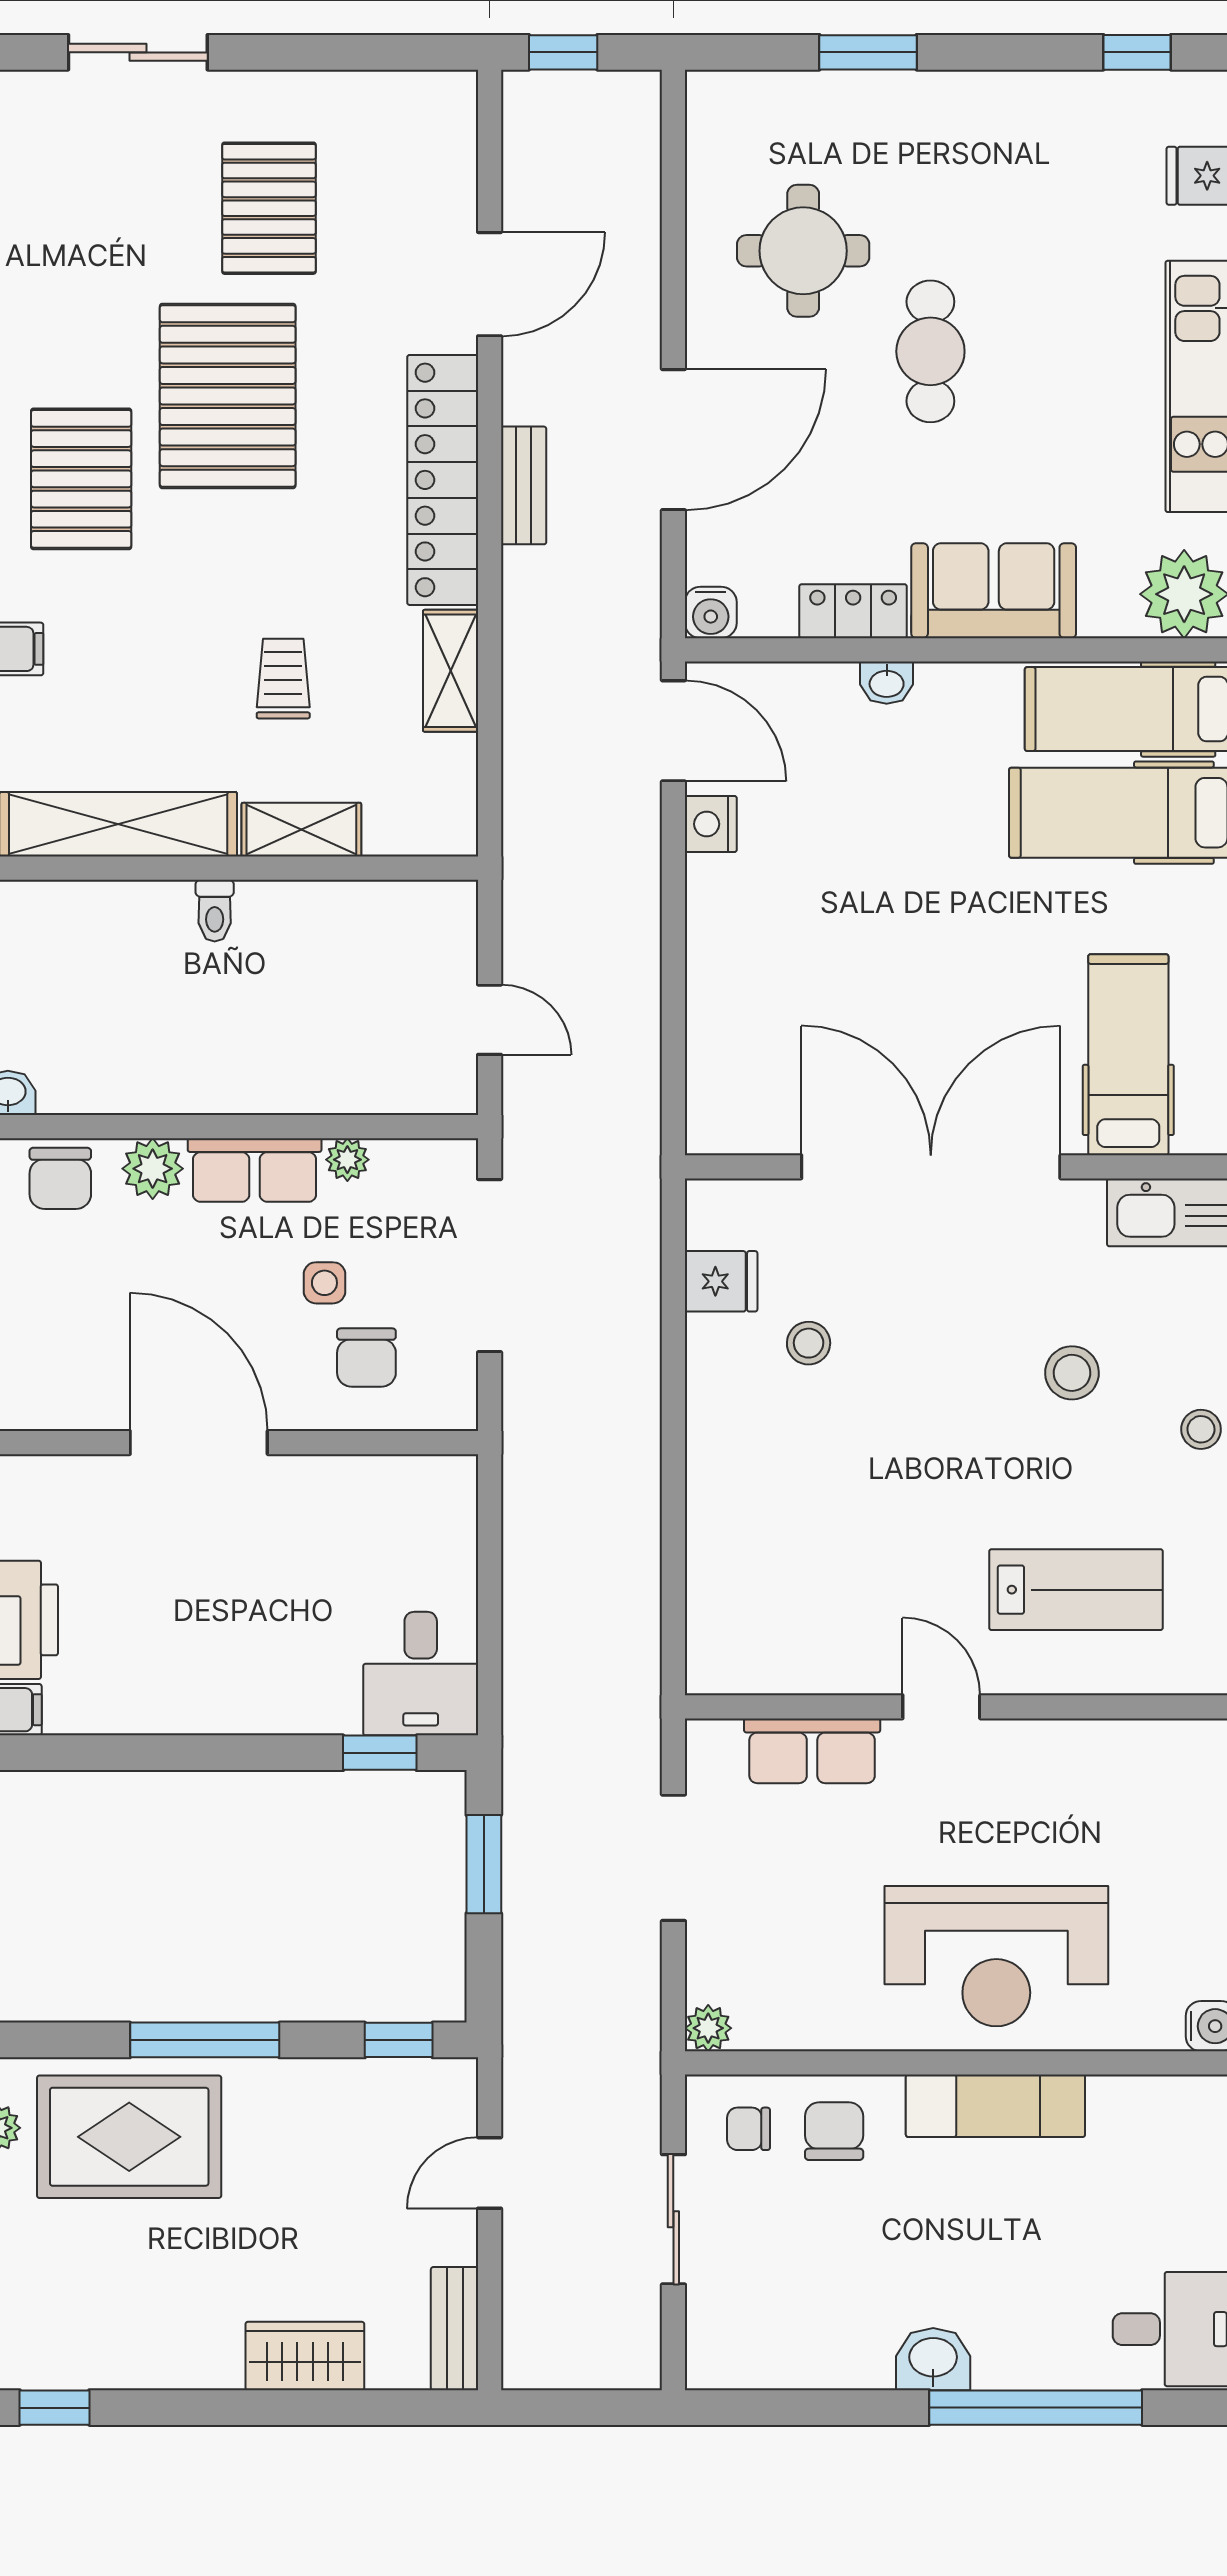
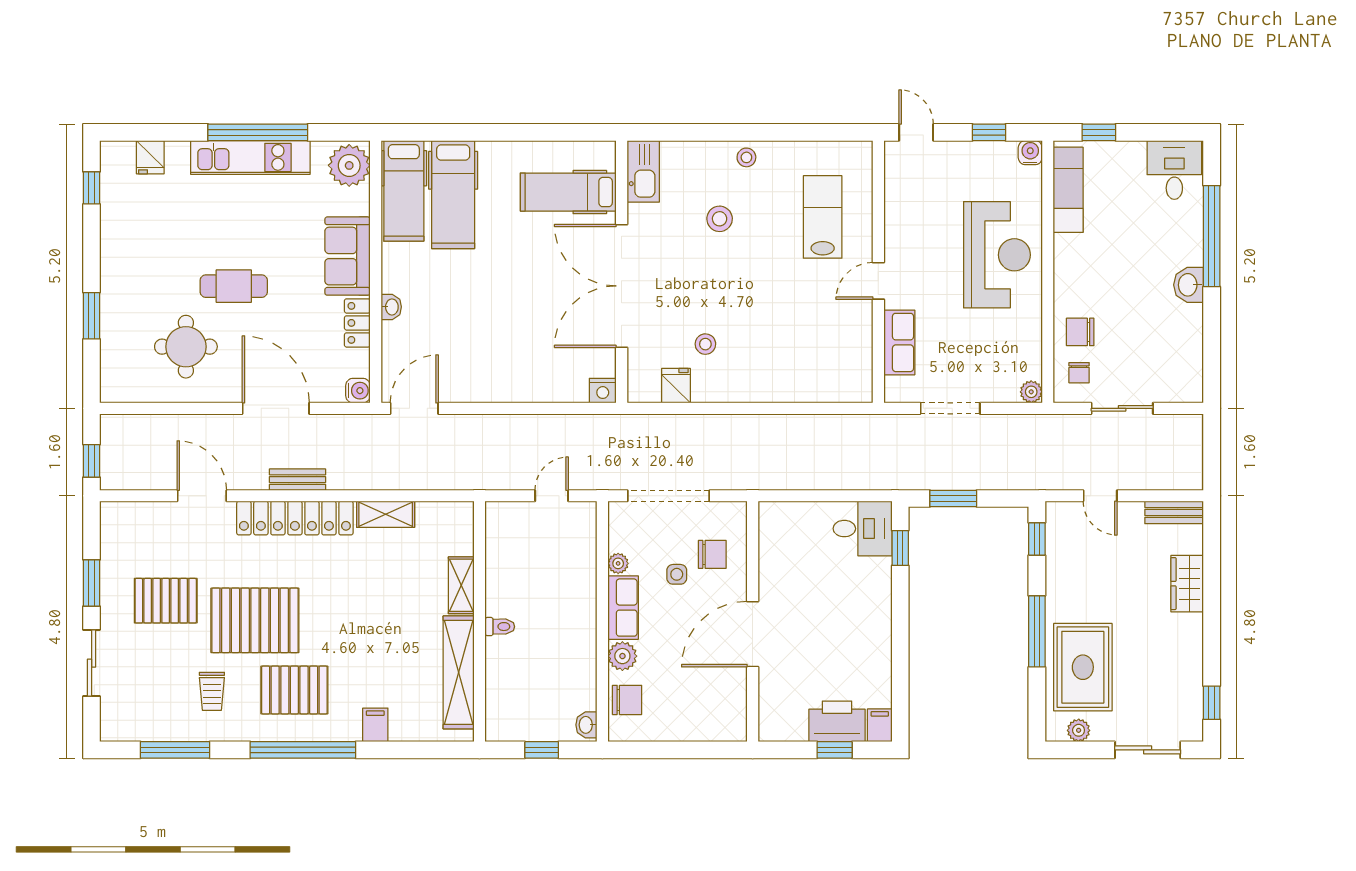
window: (306, 52) -> (92, 583), added
trolley: (283, 679) -> (212, 691), moved, turned -90
nightstand: (711, 824) -> (603, 391), moved
exam couch: (995, 2106) -> (1068, 190), moved

